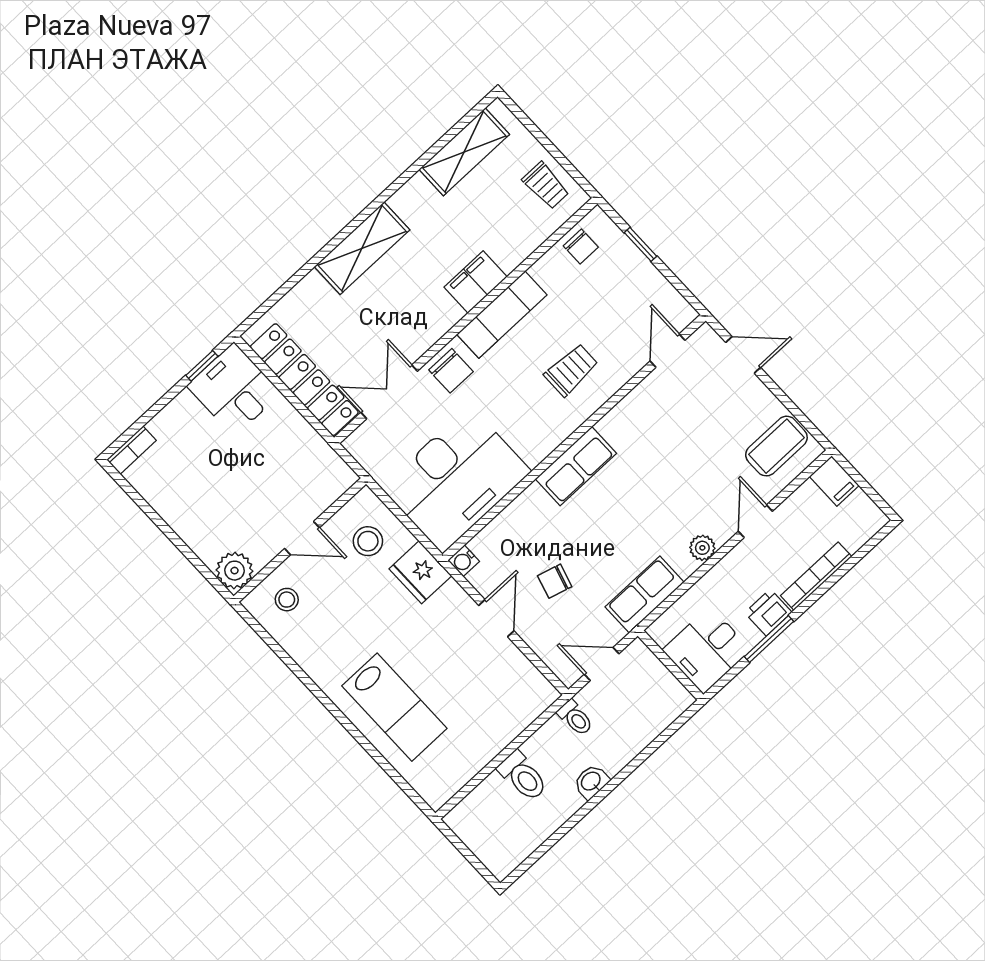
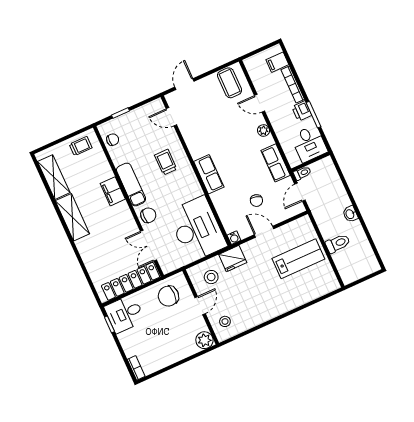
shelving: (362, 248) -> (72, 217), moved
chair: (300, 467) -> (168, 296), added
filing cabinet: (834, 481) -> (277, 62), moved, turned 180
lab bench: (394, 707) -> (298, 259), moved
toilet: (575, 718) -> (302, 173), moved

